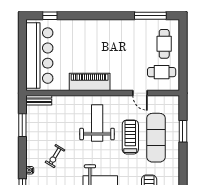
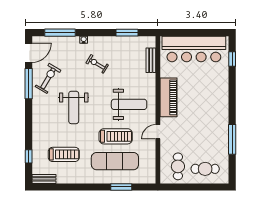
window: (150, 16) -> (232, 139), moved
door: (140, 93) -> (158, 132), moved
bench: (39, 100) -> (151, 60), moved

